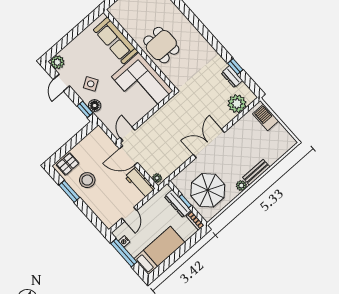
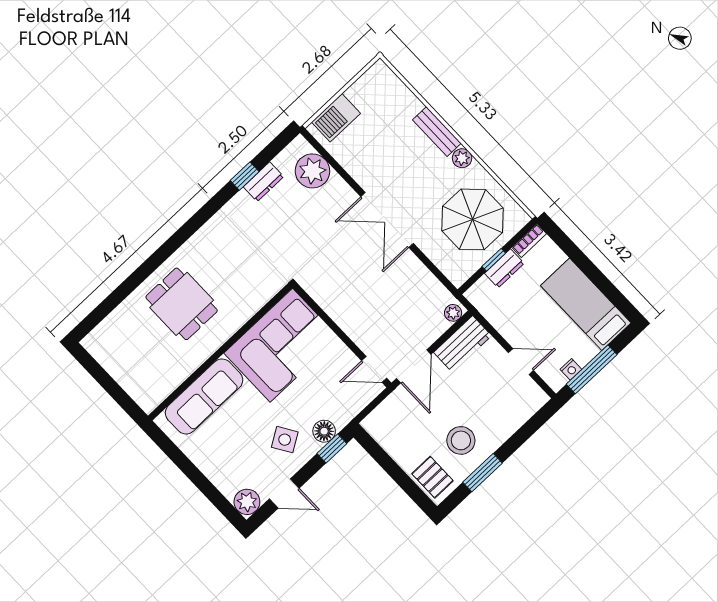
dining table: (161, 45) -> (182, 304), moved, turned 90
dresser: (178, 204) -> (504, 268), width x0.70

